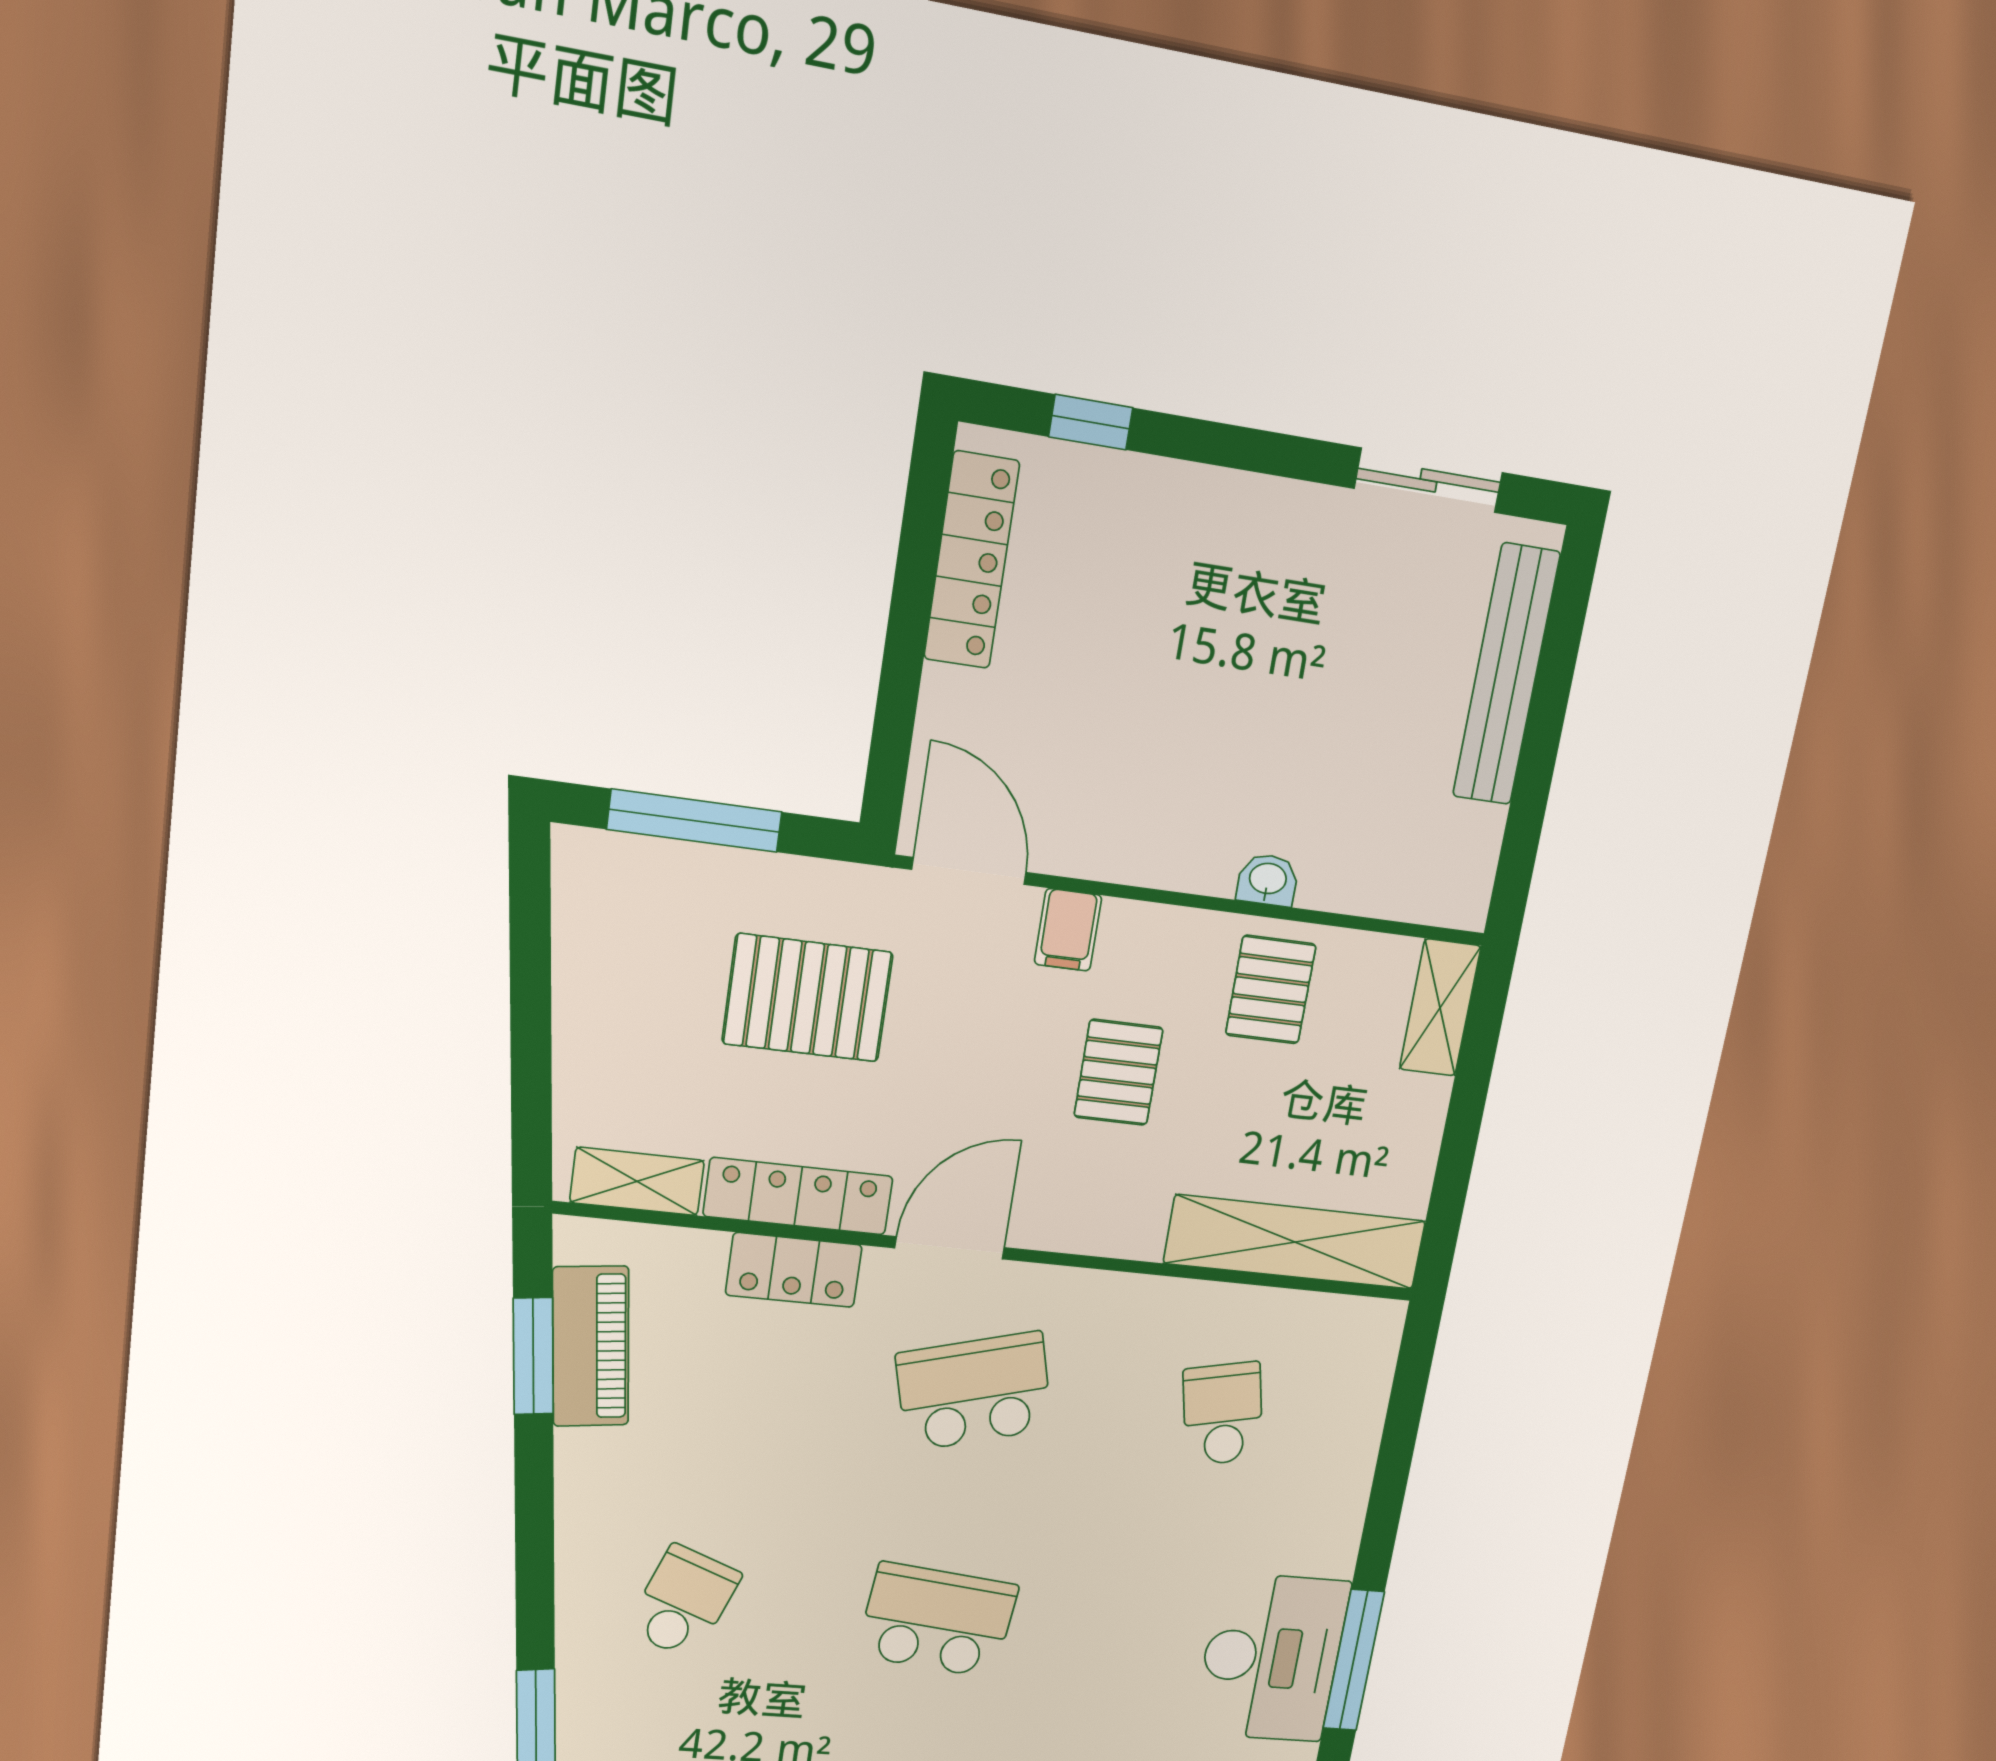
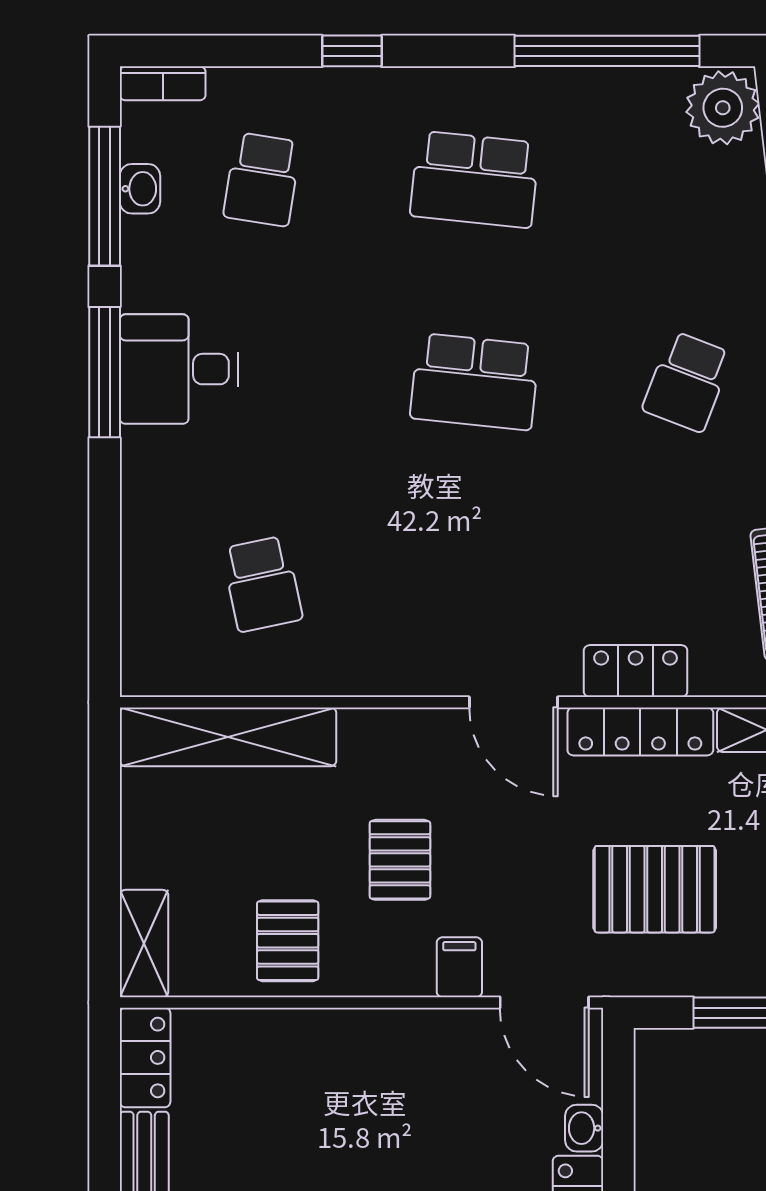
locker: (1467, 868) -> (145, 1057), added
washbasin: (1268, 880) -> (584, 1128), moved, turned 90
door: (950, 1248) -> (513, 702), hinge flipped
school desk: (974, 1391) -> (475, 584), removed
desk: (1271, 1658) -> (179, 369), width x0.73

